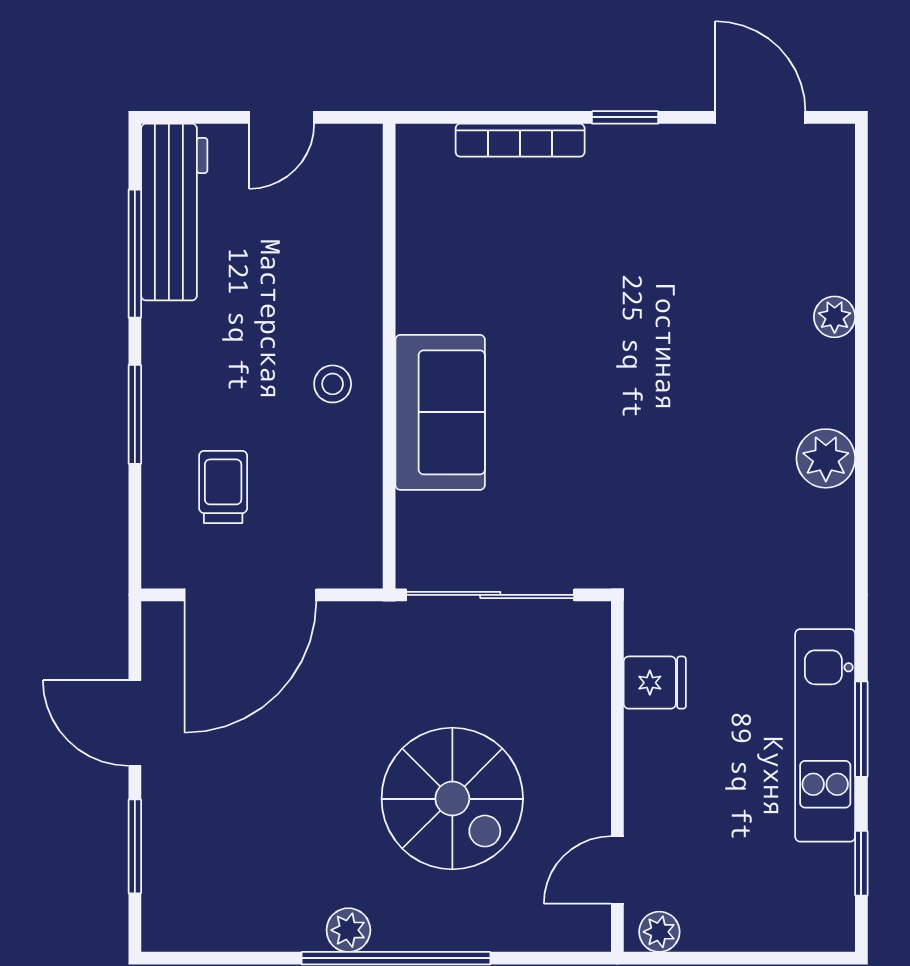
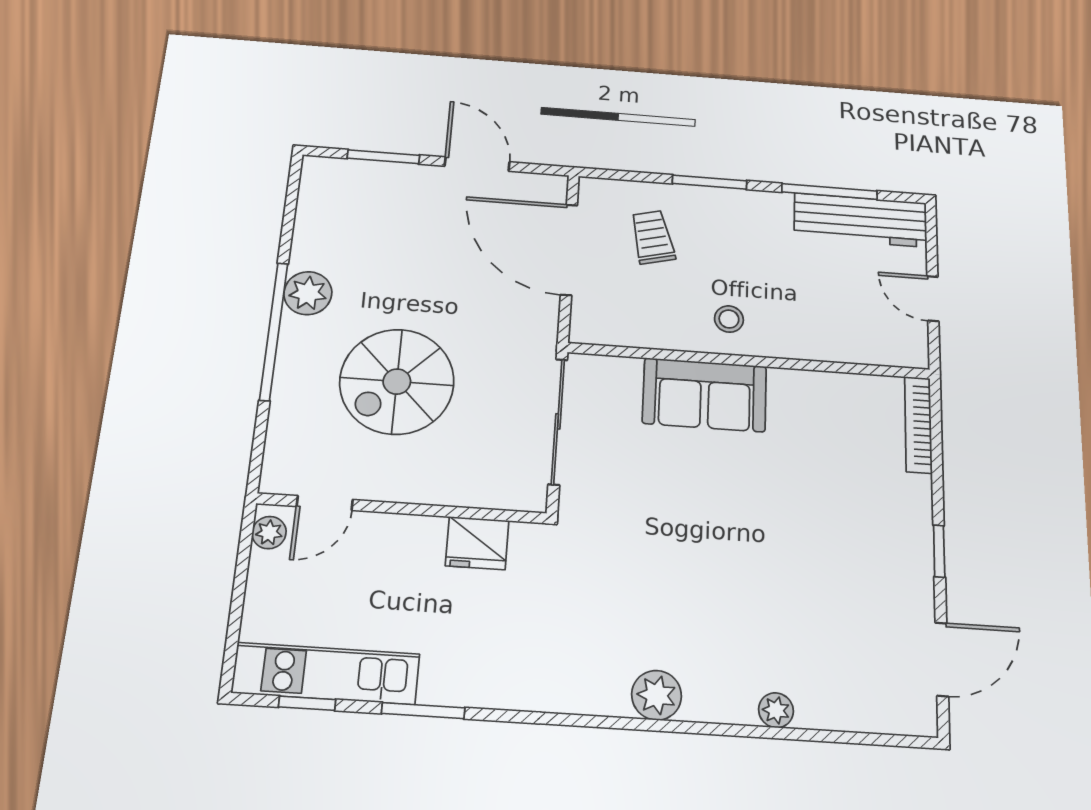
bookcase: (520, 140) -> (918, 425), moved
trolley: (223, 487) -> (652, 237), turned -104
fridge: (655, 683) -> (477, 543), width x1.38
door: (135, 723) -> (477, 164), hinge flipped
kitchen unit: (825, 735) -> (326, 673), moved
door: (617, 870) -> (325, 503), swing flipped
plant: (348, 930) -> (308, 293), width x1.38, depth x1.38

